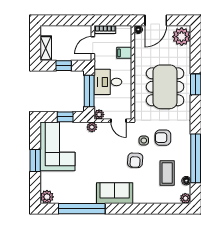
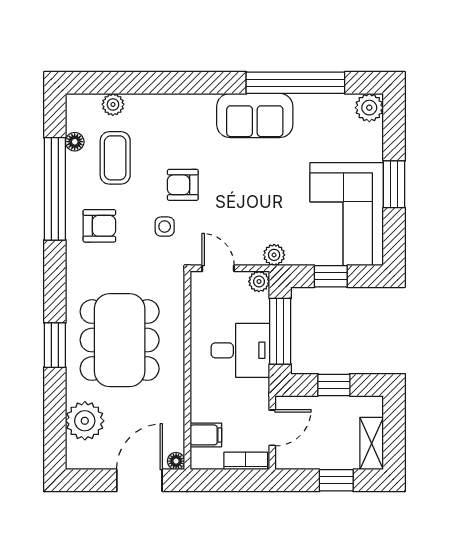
window: (63, 20) -> (336, 480), added
plant: (182, 37) -> (85, 421), moved
shelving: (46, 48) -> (372, 444), moved
filing cabinet: (124, 53) -> (206, 435), moved
armchair: (163, 138) -> (99, 226), moved
armchair: (135, 160) -> (183, 185), turned -94
sofa: (115, 193) -> (255, 115), moved
plant: (185, 198) -> (113, 104), moved

